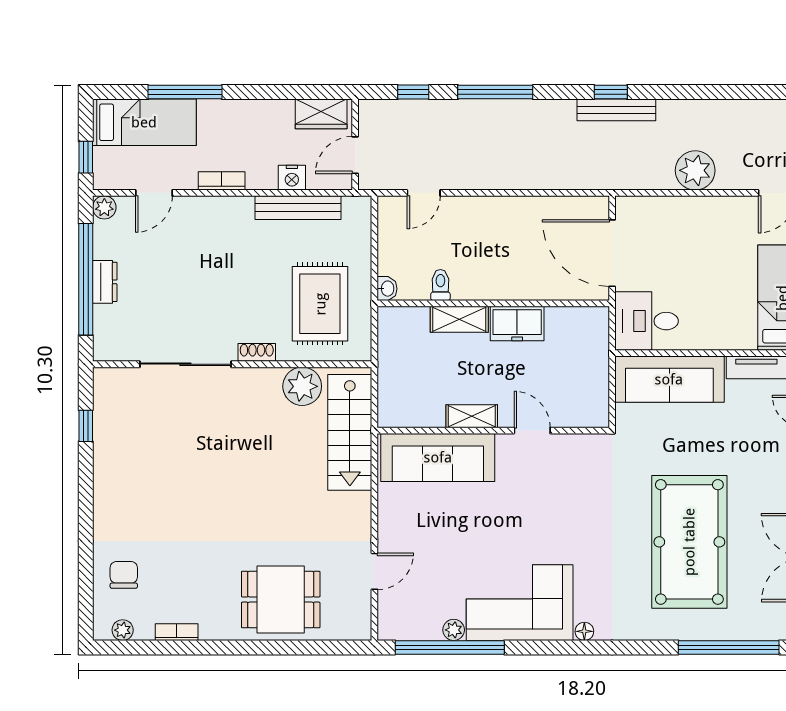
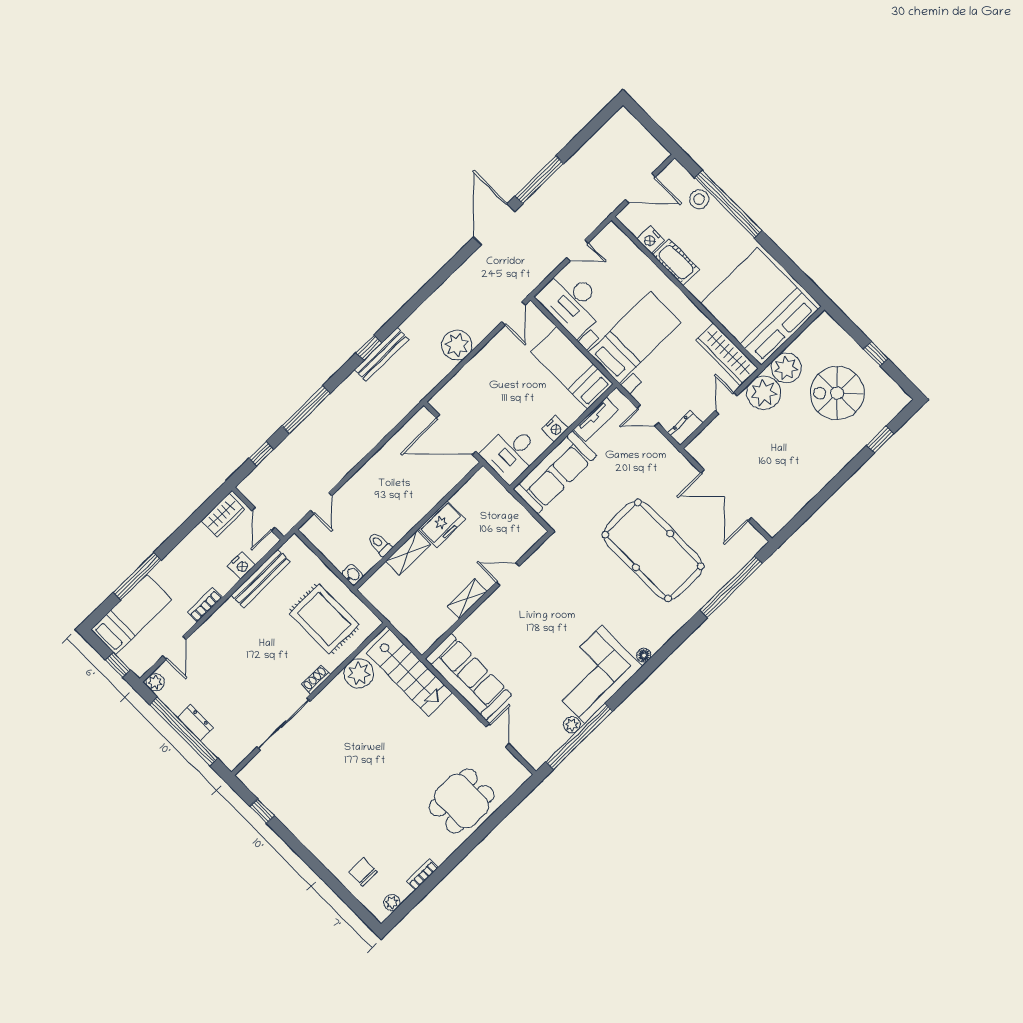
nightstand: (710, 338) -> (555, 429), added
sofa: (438, 457) -> (469, 677), moved, turned -90

